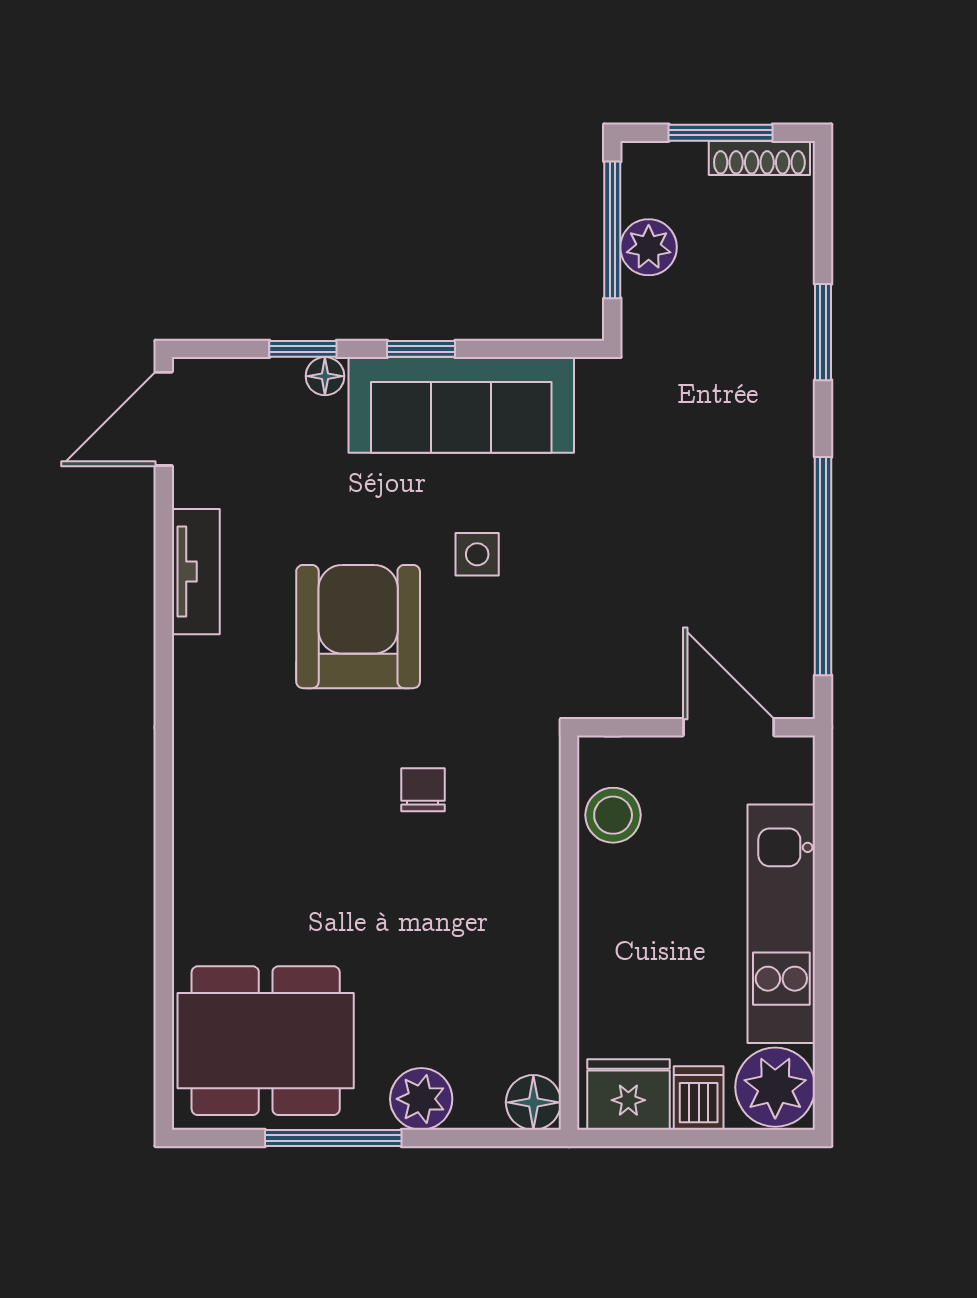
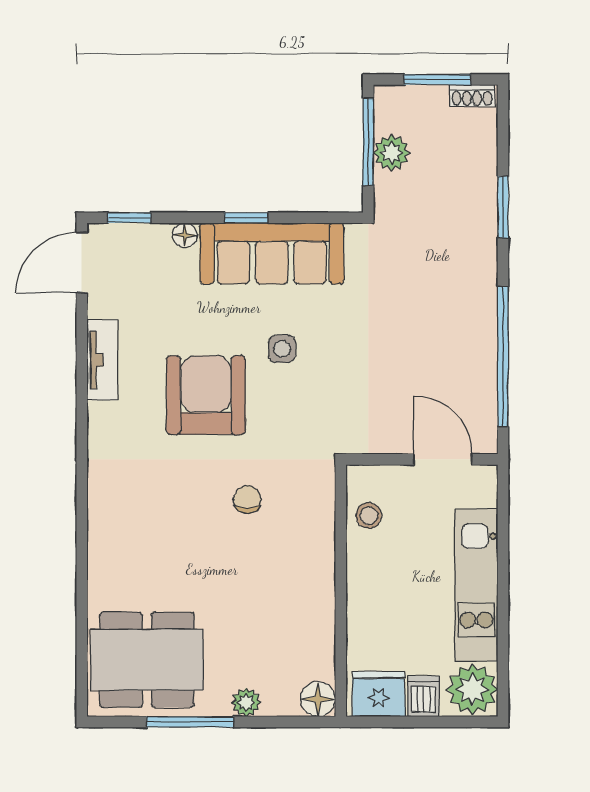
shoe rack: (759, 158) -> (472, 96), width x0.70
window: (303, 349) -> (129, 218), moved
stool: (613, 815) -> (369, 516), width x0.73, depth x0.73
plant: (421, 1099) -> (246, 702), width x0.73, depth x0.73

